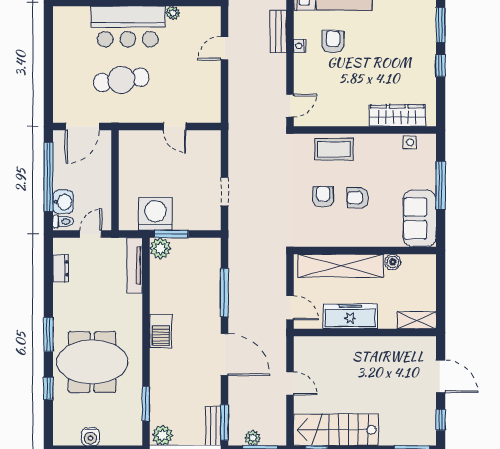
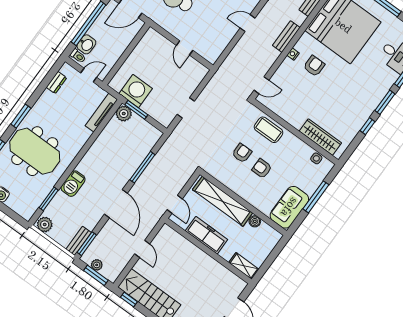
barbecue: (161, 331) -> (73, 184), moved

